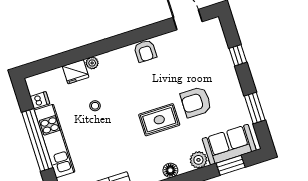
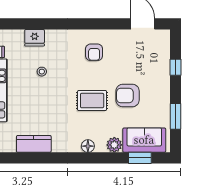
armchair: (145, 51) -> (94, 52), moved
plant: (92, 63) -> (51, 35), removed

